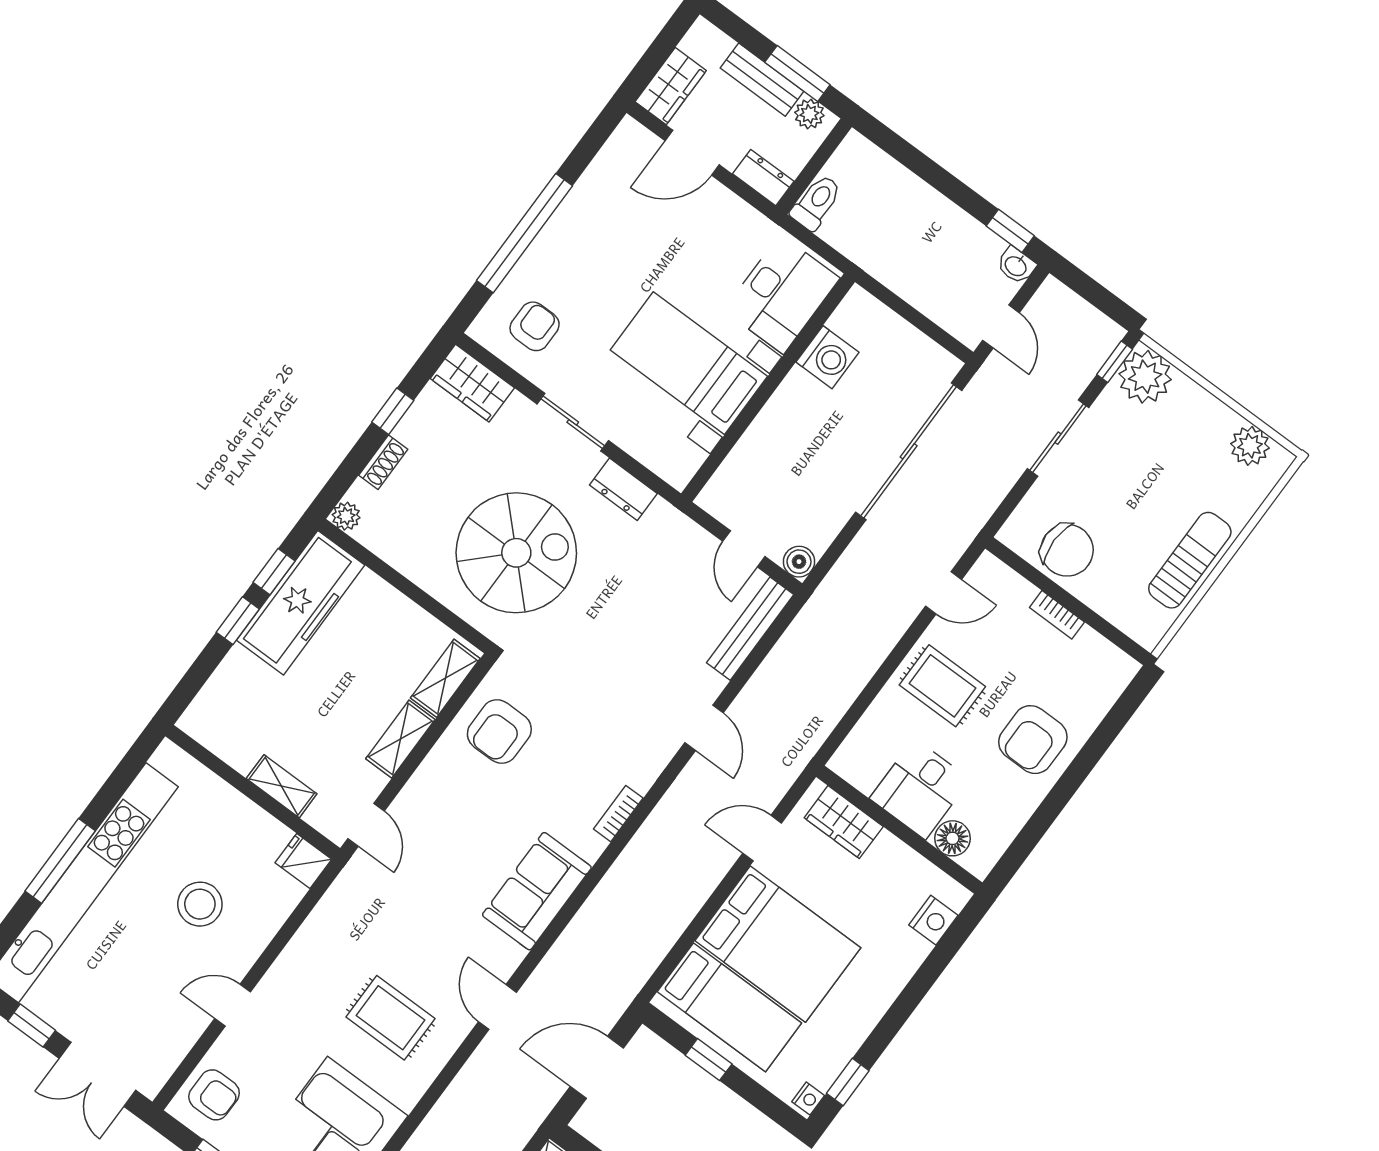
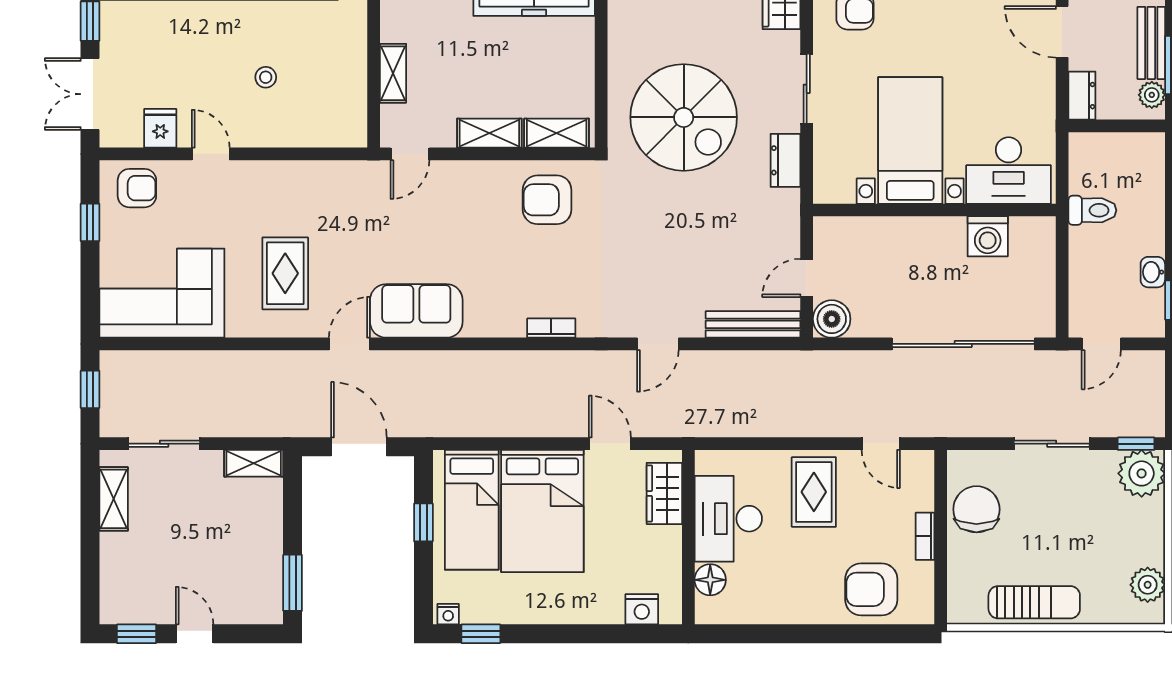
toilet: (816, 202) -> (1092, 210), moved
washbasin: (1016, 266) -> (1153, 272), moved
chair: (1067, 550) -> (976, 509), turned 180
boiler: (799, 562) -> (832, 319), width x1.36, depth x1.36
armchair: (1033, 740) -> (871, 589), moved
desk: (920, 789) -> (728, 519), width x1.37
fridge: (303, 861) -> (160, 128), moved
sofa: (537, 891) -> (416, 311), moved
stool: (200, 904) -> (266, 77), width x0.53, depth x0.53
armchair: (214, 1095) -> (137, 188), turned -90

